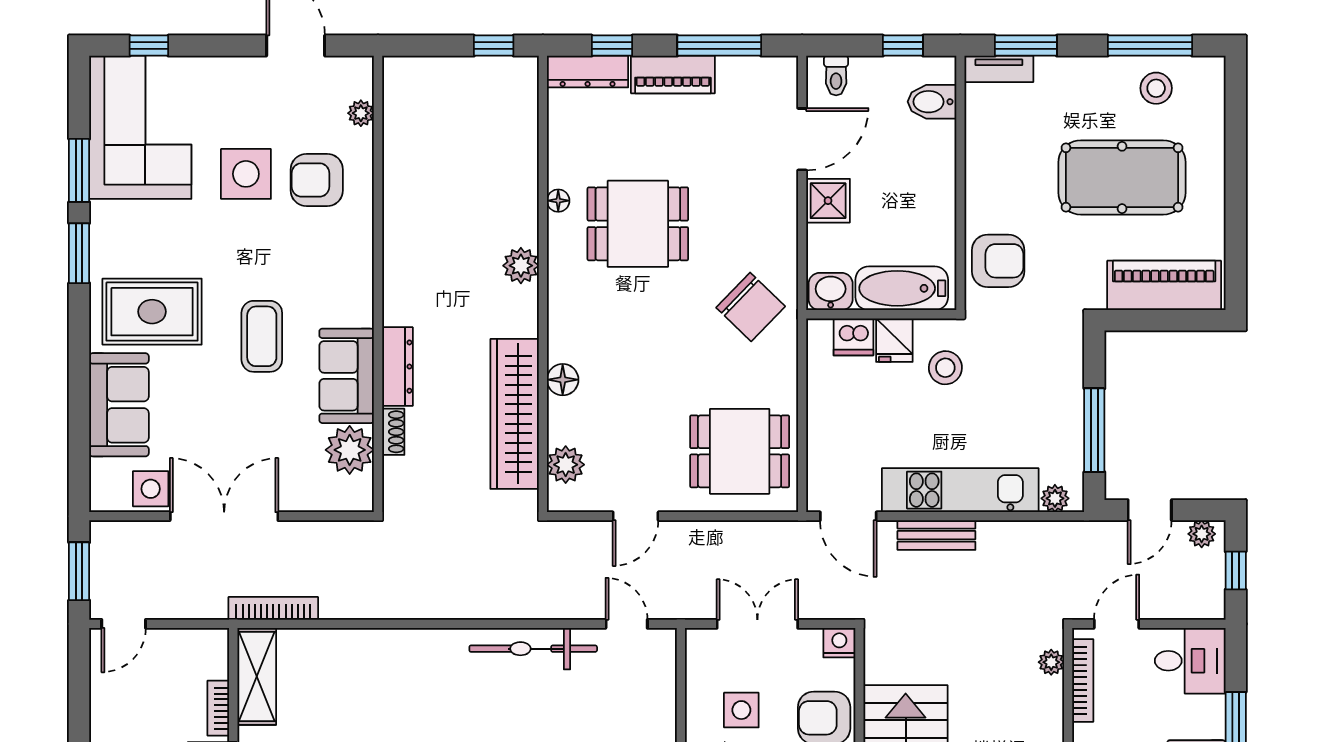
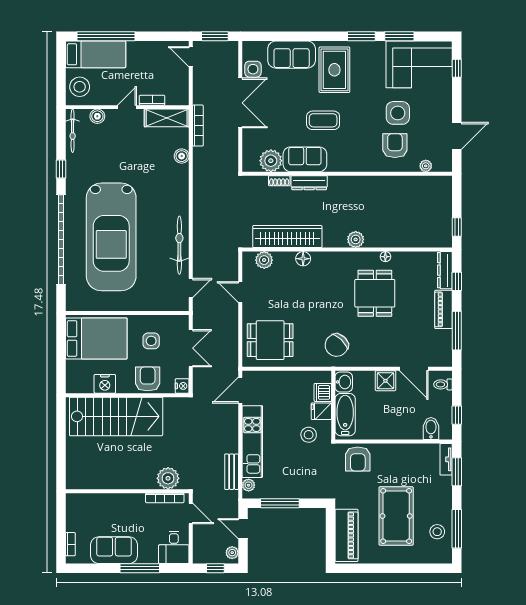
dining table: (740, 451) -> (270, 340), turned 90
bench: (936, 535) -> (232, 472), moved
boiler: (340, 644) -> (182, 156), added
plant: (1051, 662) -> (168, 478), width x1.88, depth x1.88

